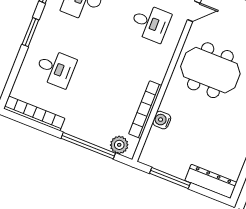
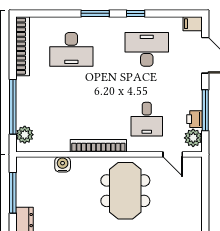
desk: (56, 68) -> (71, 49), width x1.37
bookcase: (145, 110) -> (98, 146), moved

